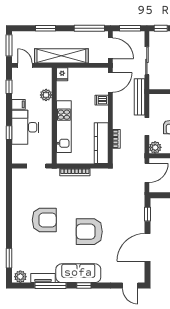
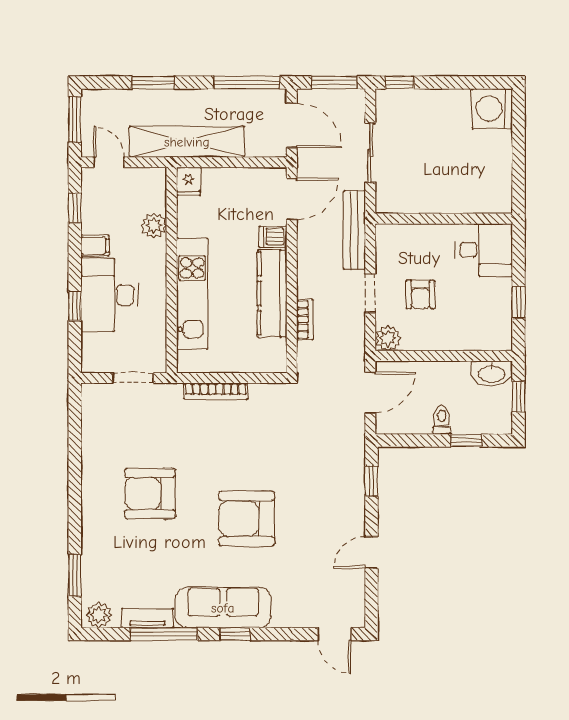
kitchen counter: (101, 143) -> (272, 293), moved
armchair: (44, 220) -> (150, 494), turned 180
door: (147, 247) -> (371, 552), width x0.53

